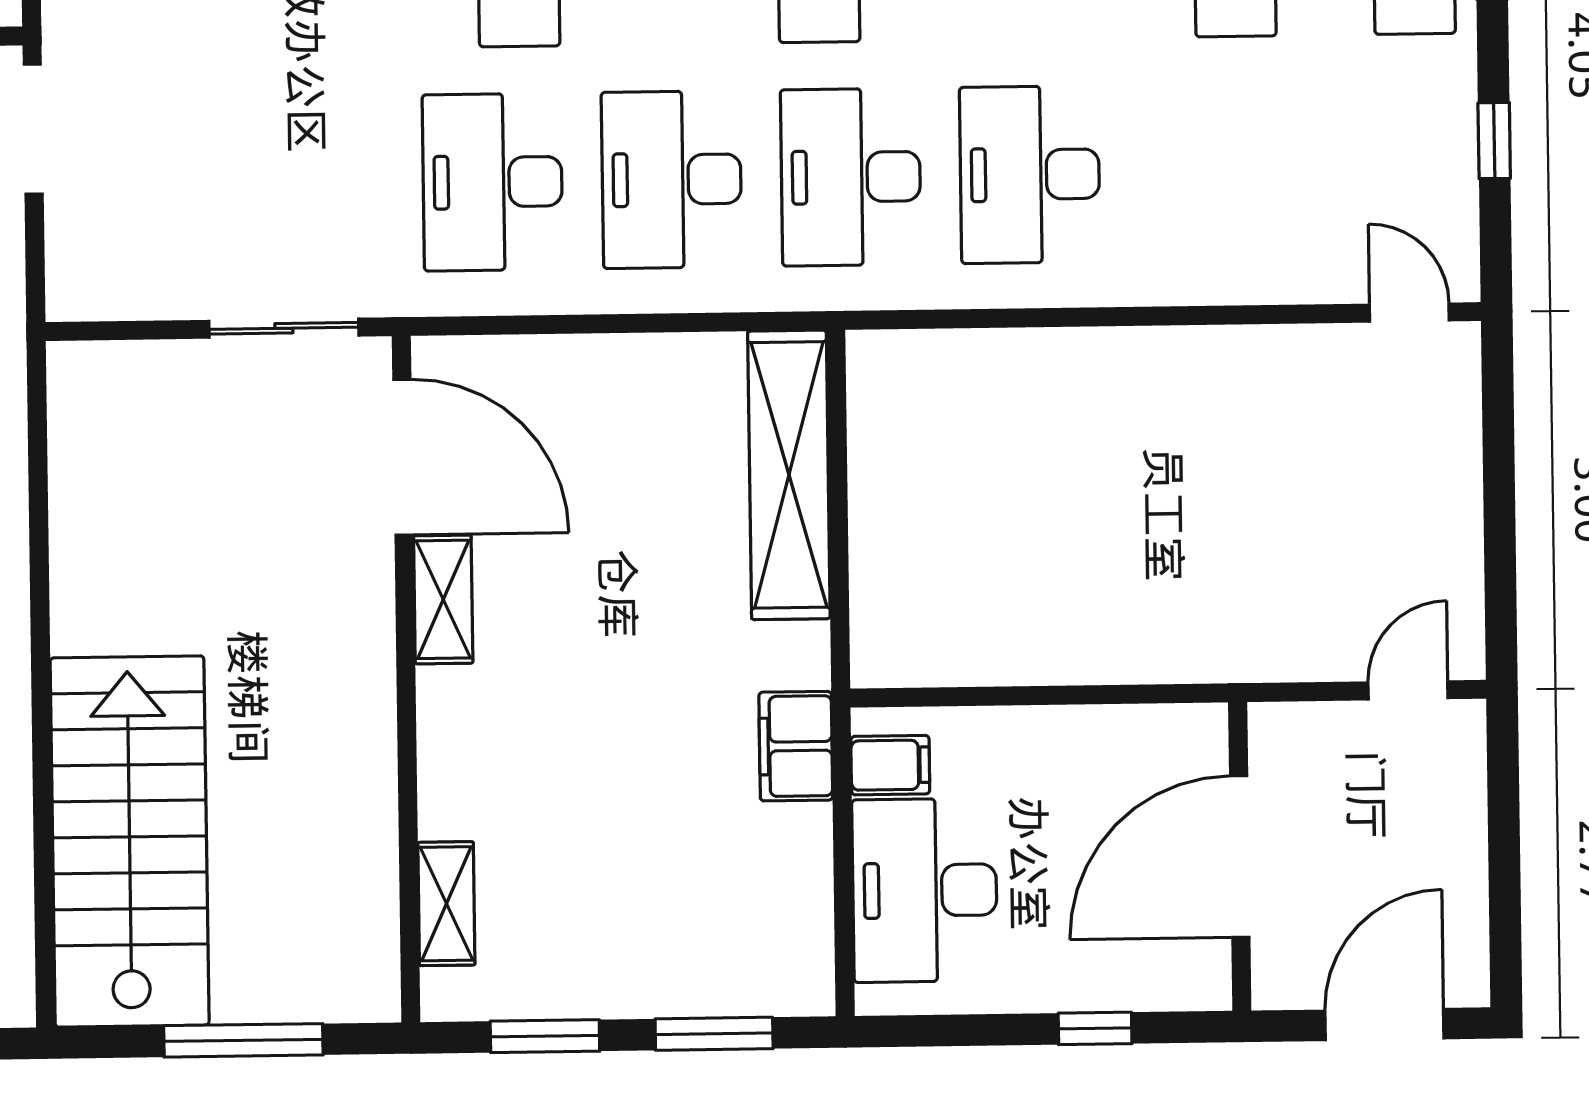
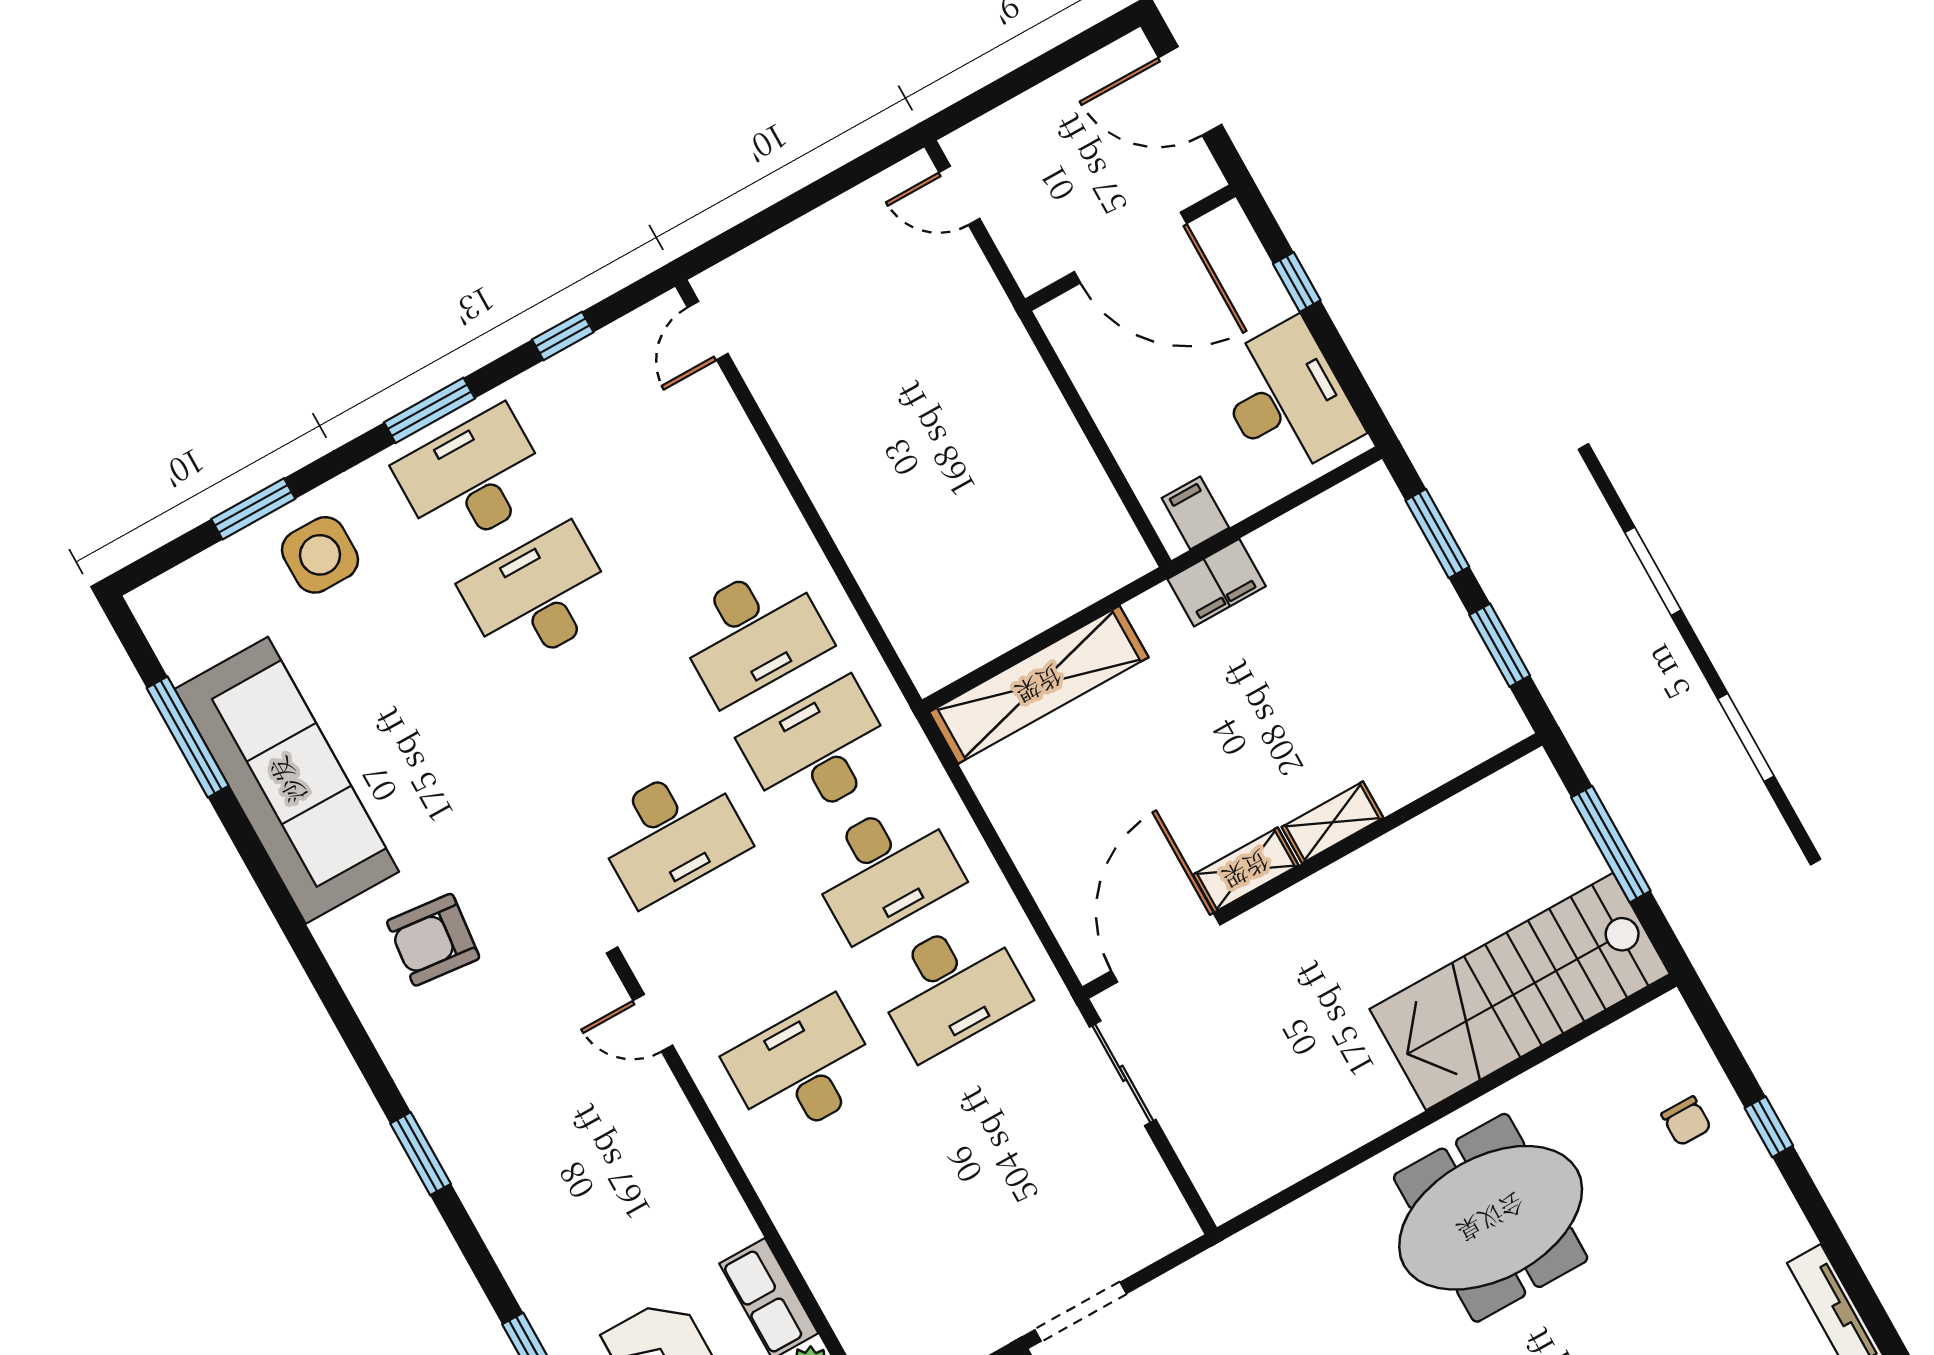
desk: (851, 177) -> (818, 751), turned 180
desk: (925, 890) -> (1287, 399), moved, turned -90
shelving: (446, 904) -> (1333, 822), moved

